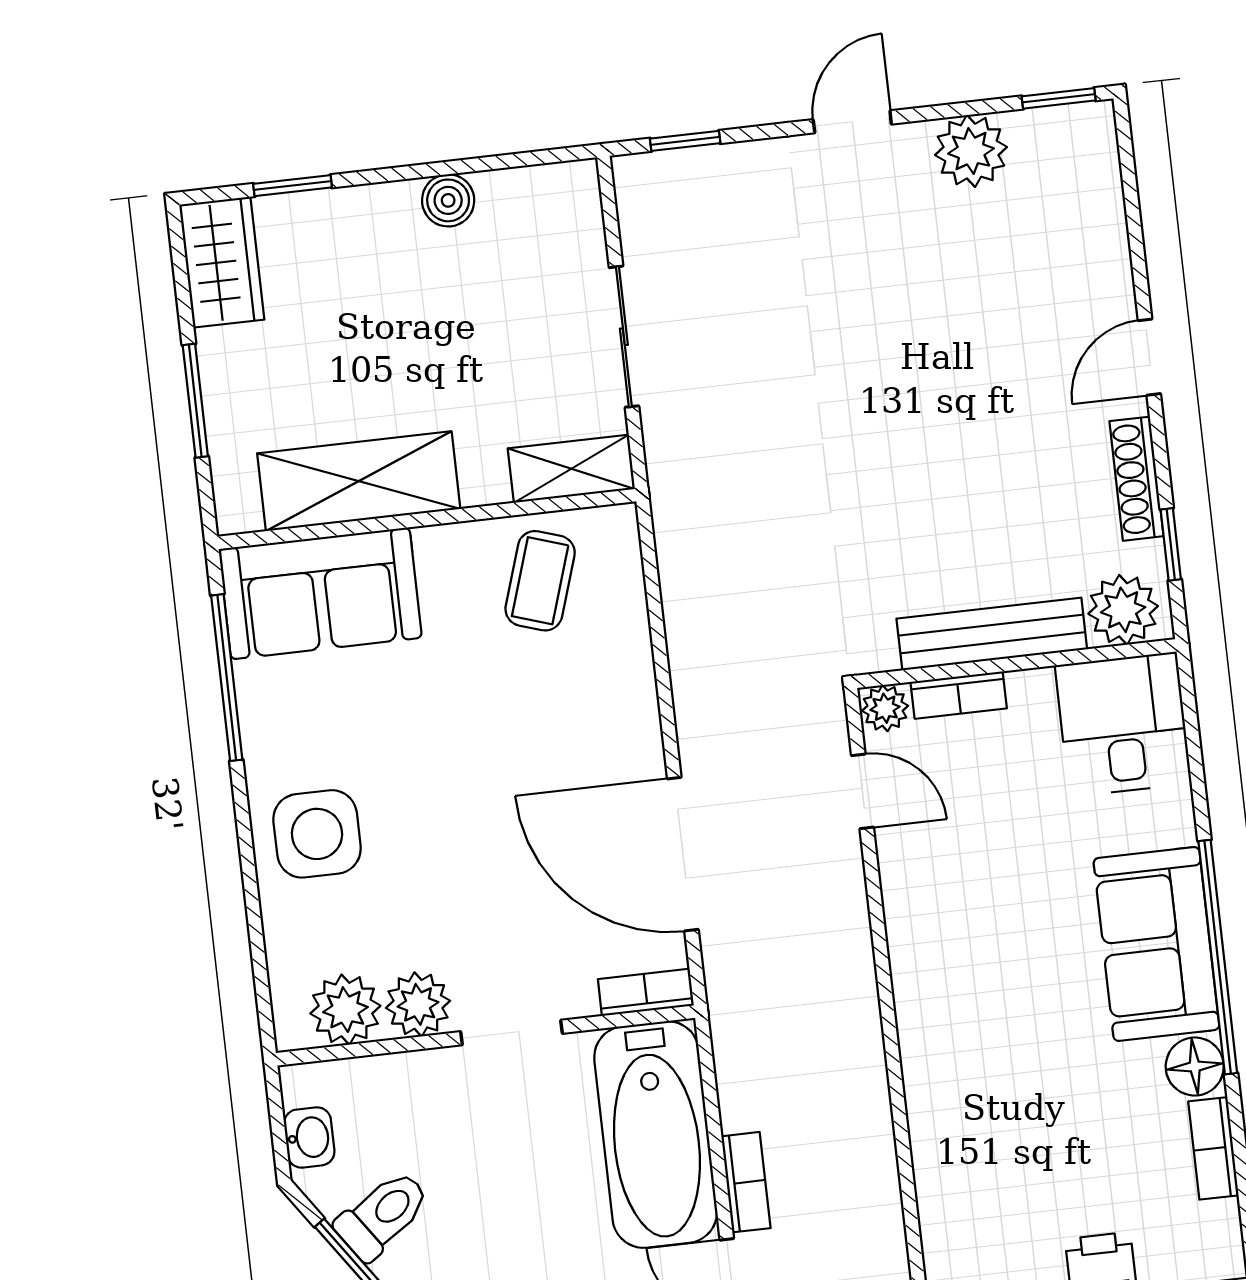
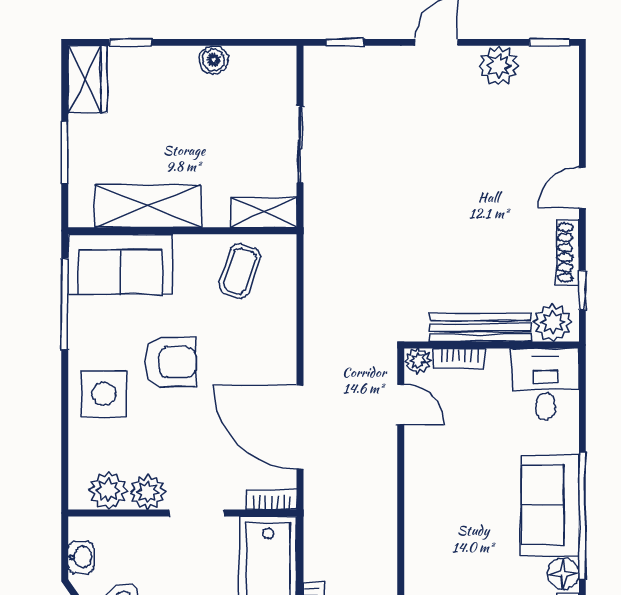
armchair: (432, 762) -> (170, 362), added

